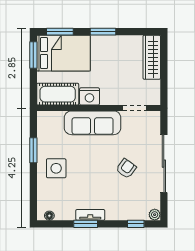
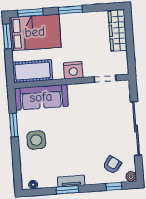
nightstand: (89, 96) -> (73, 70), moved
sofa: (93, 123) -> (41, 97), moved
armchair: (126, 168) -> (112, 165), moved

